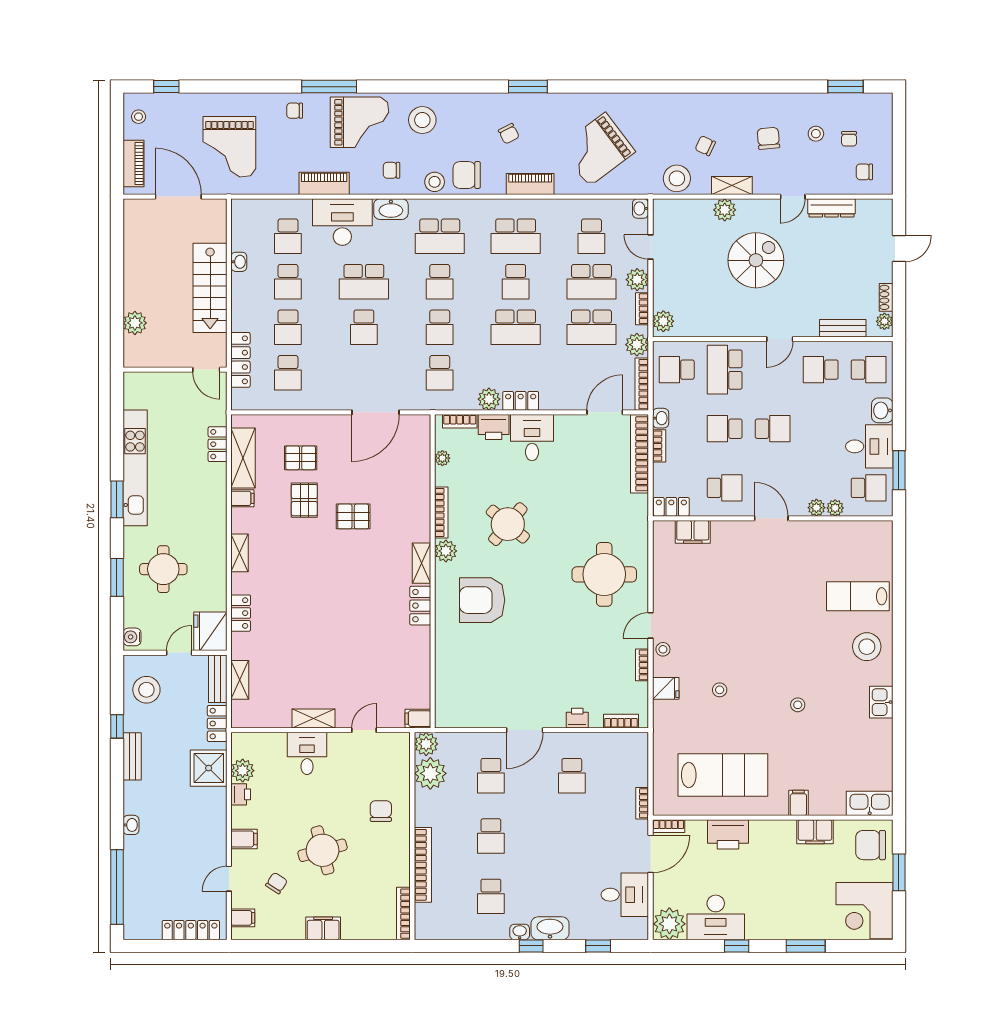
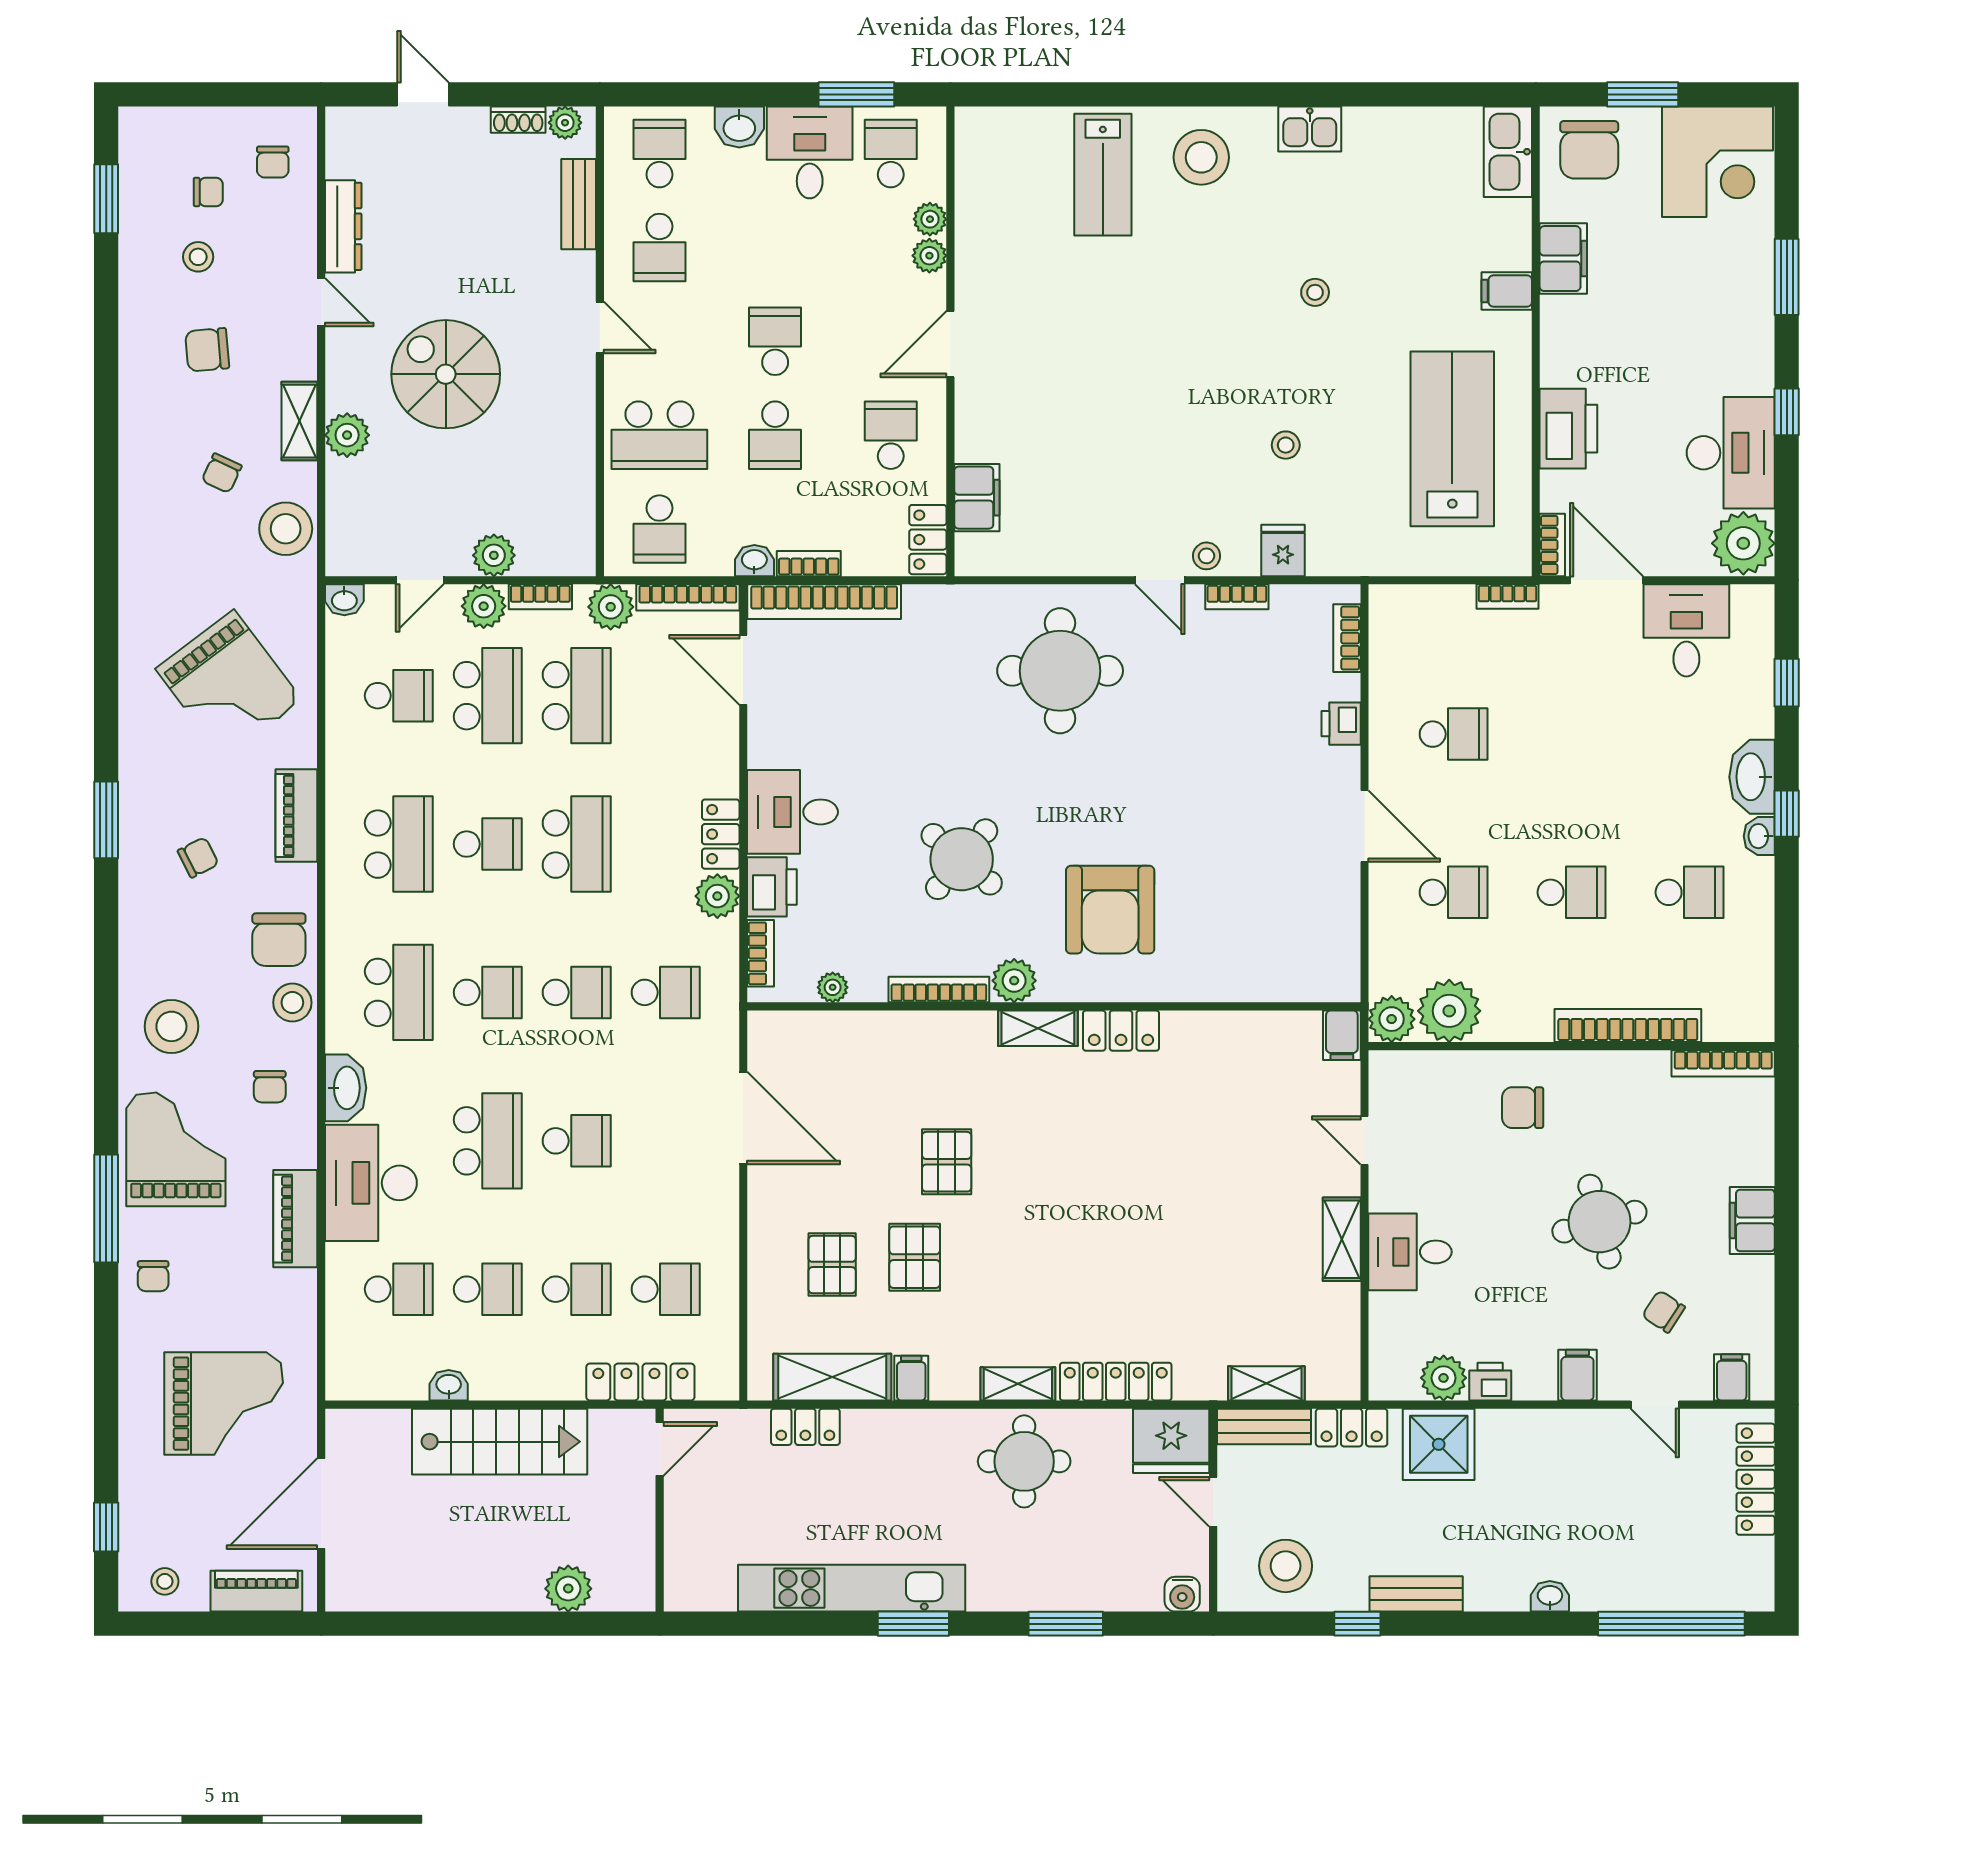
plant: (663, 321) -> (494, 555), moved
pallet: (304, 500) -> (915, 1257), turned 90
round table: (163, 569) -> (1024, 1461), moved
locker: (241, 613) -> (1116, 1382), width x1.53

